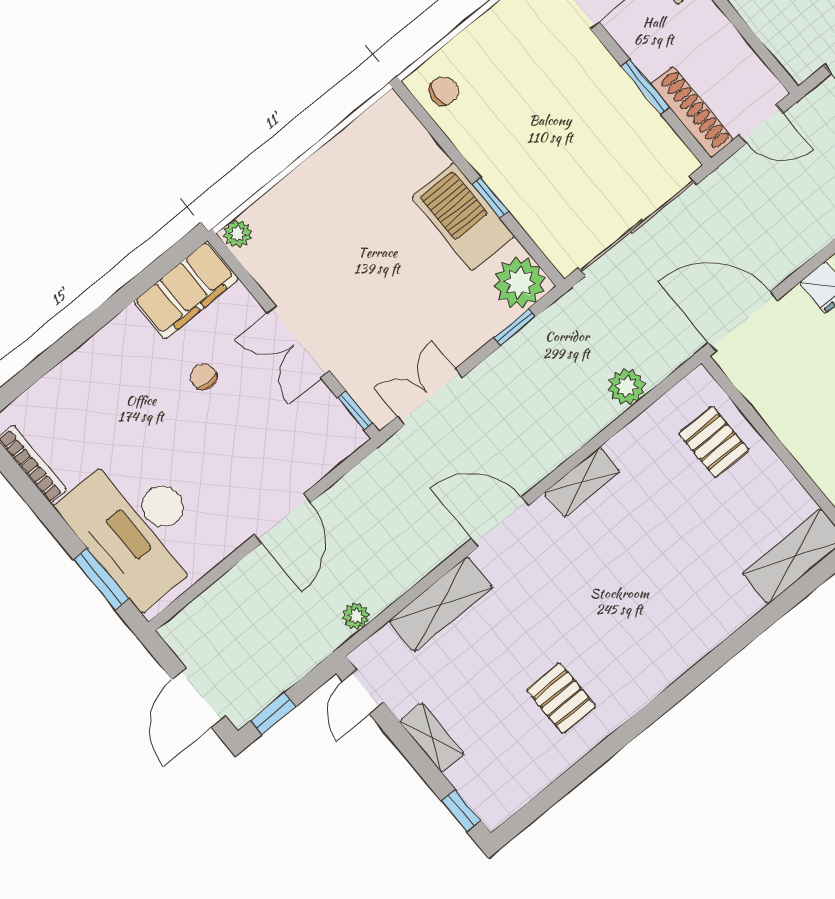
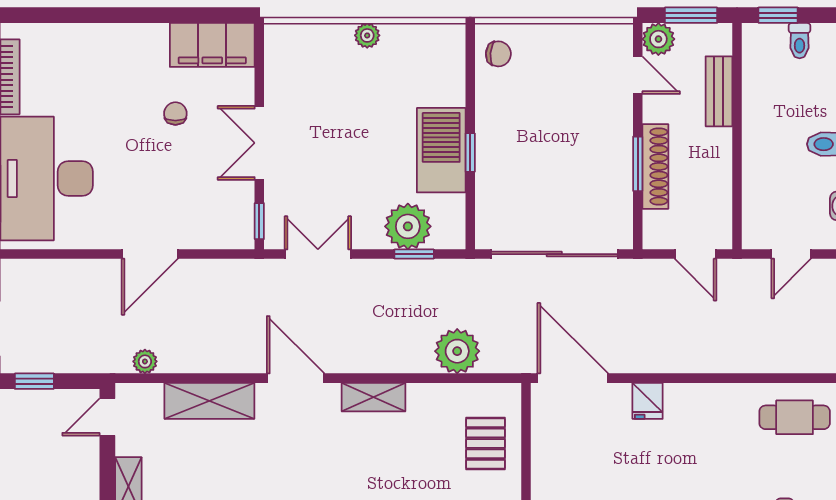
shoe rack: (692, 112) -> (655, 166), moved
plant: (238, 234) -> (367, 35), moved
plant: (519, 283) -> (408, 226), moved
plant: (627, 387) -> (457, 351), width x1.36, depth x1.36

